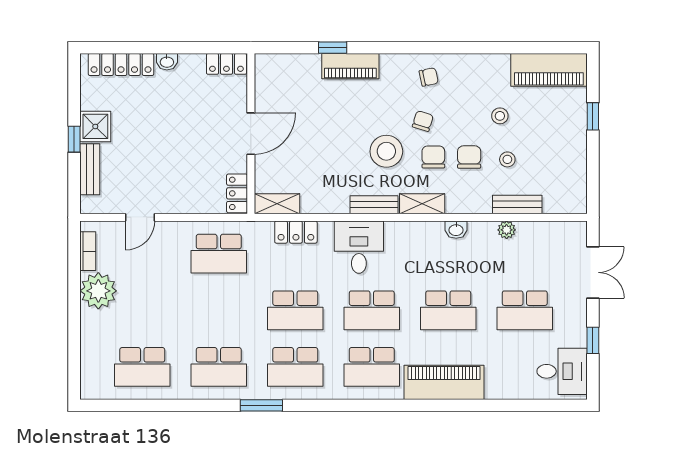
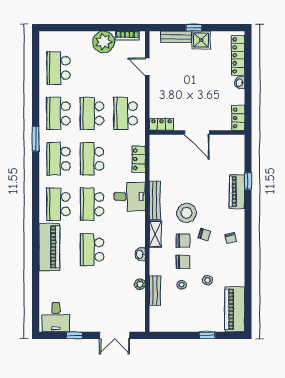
shelving: (277, 204) -> (155, 148), removed
bench: (374, 205) -> (155, 200), width x1.36
school desk: (525, 310) -> (92, 113), moved

